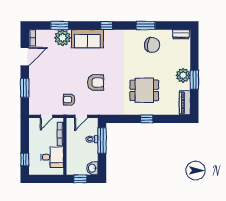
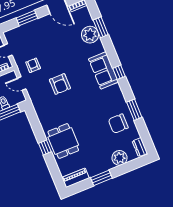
sofa: (87, 39) -> (103, 70), moved
chair: (152, 45) -> (118, 124), turned 81
plant: (183, 75) -> (120, 158), moved
dining table: (144, 90) -> (63, 141), moved

